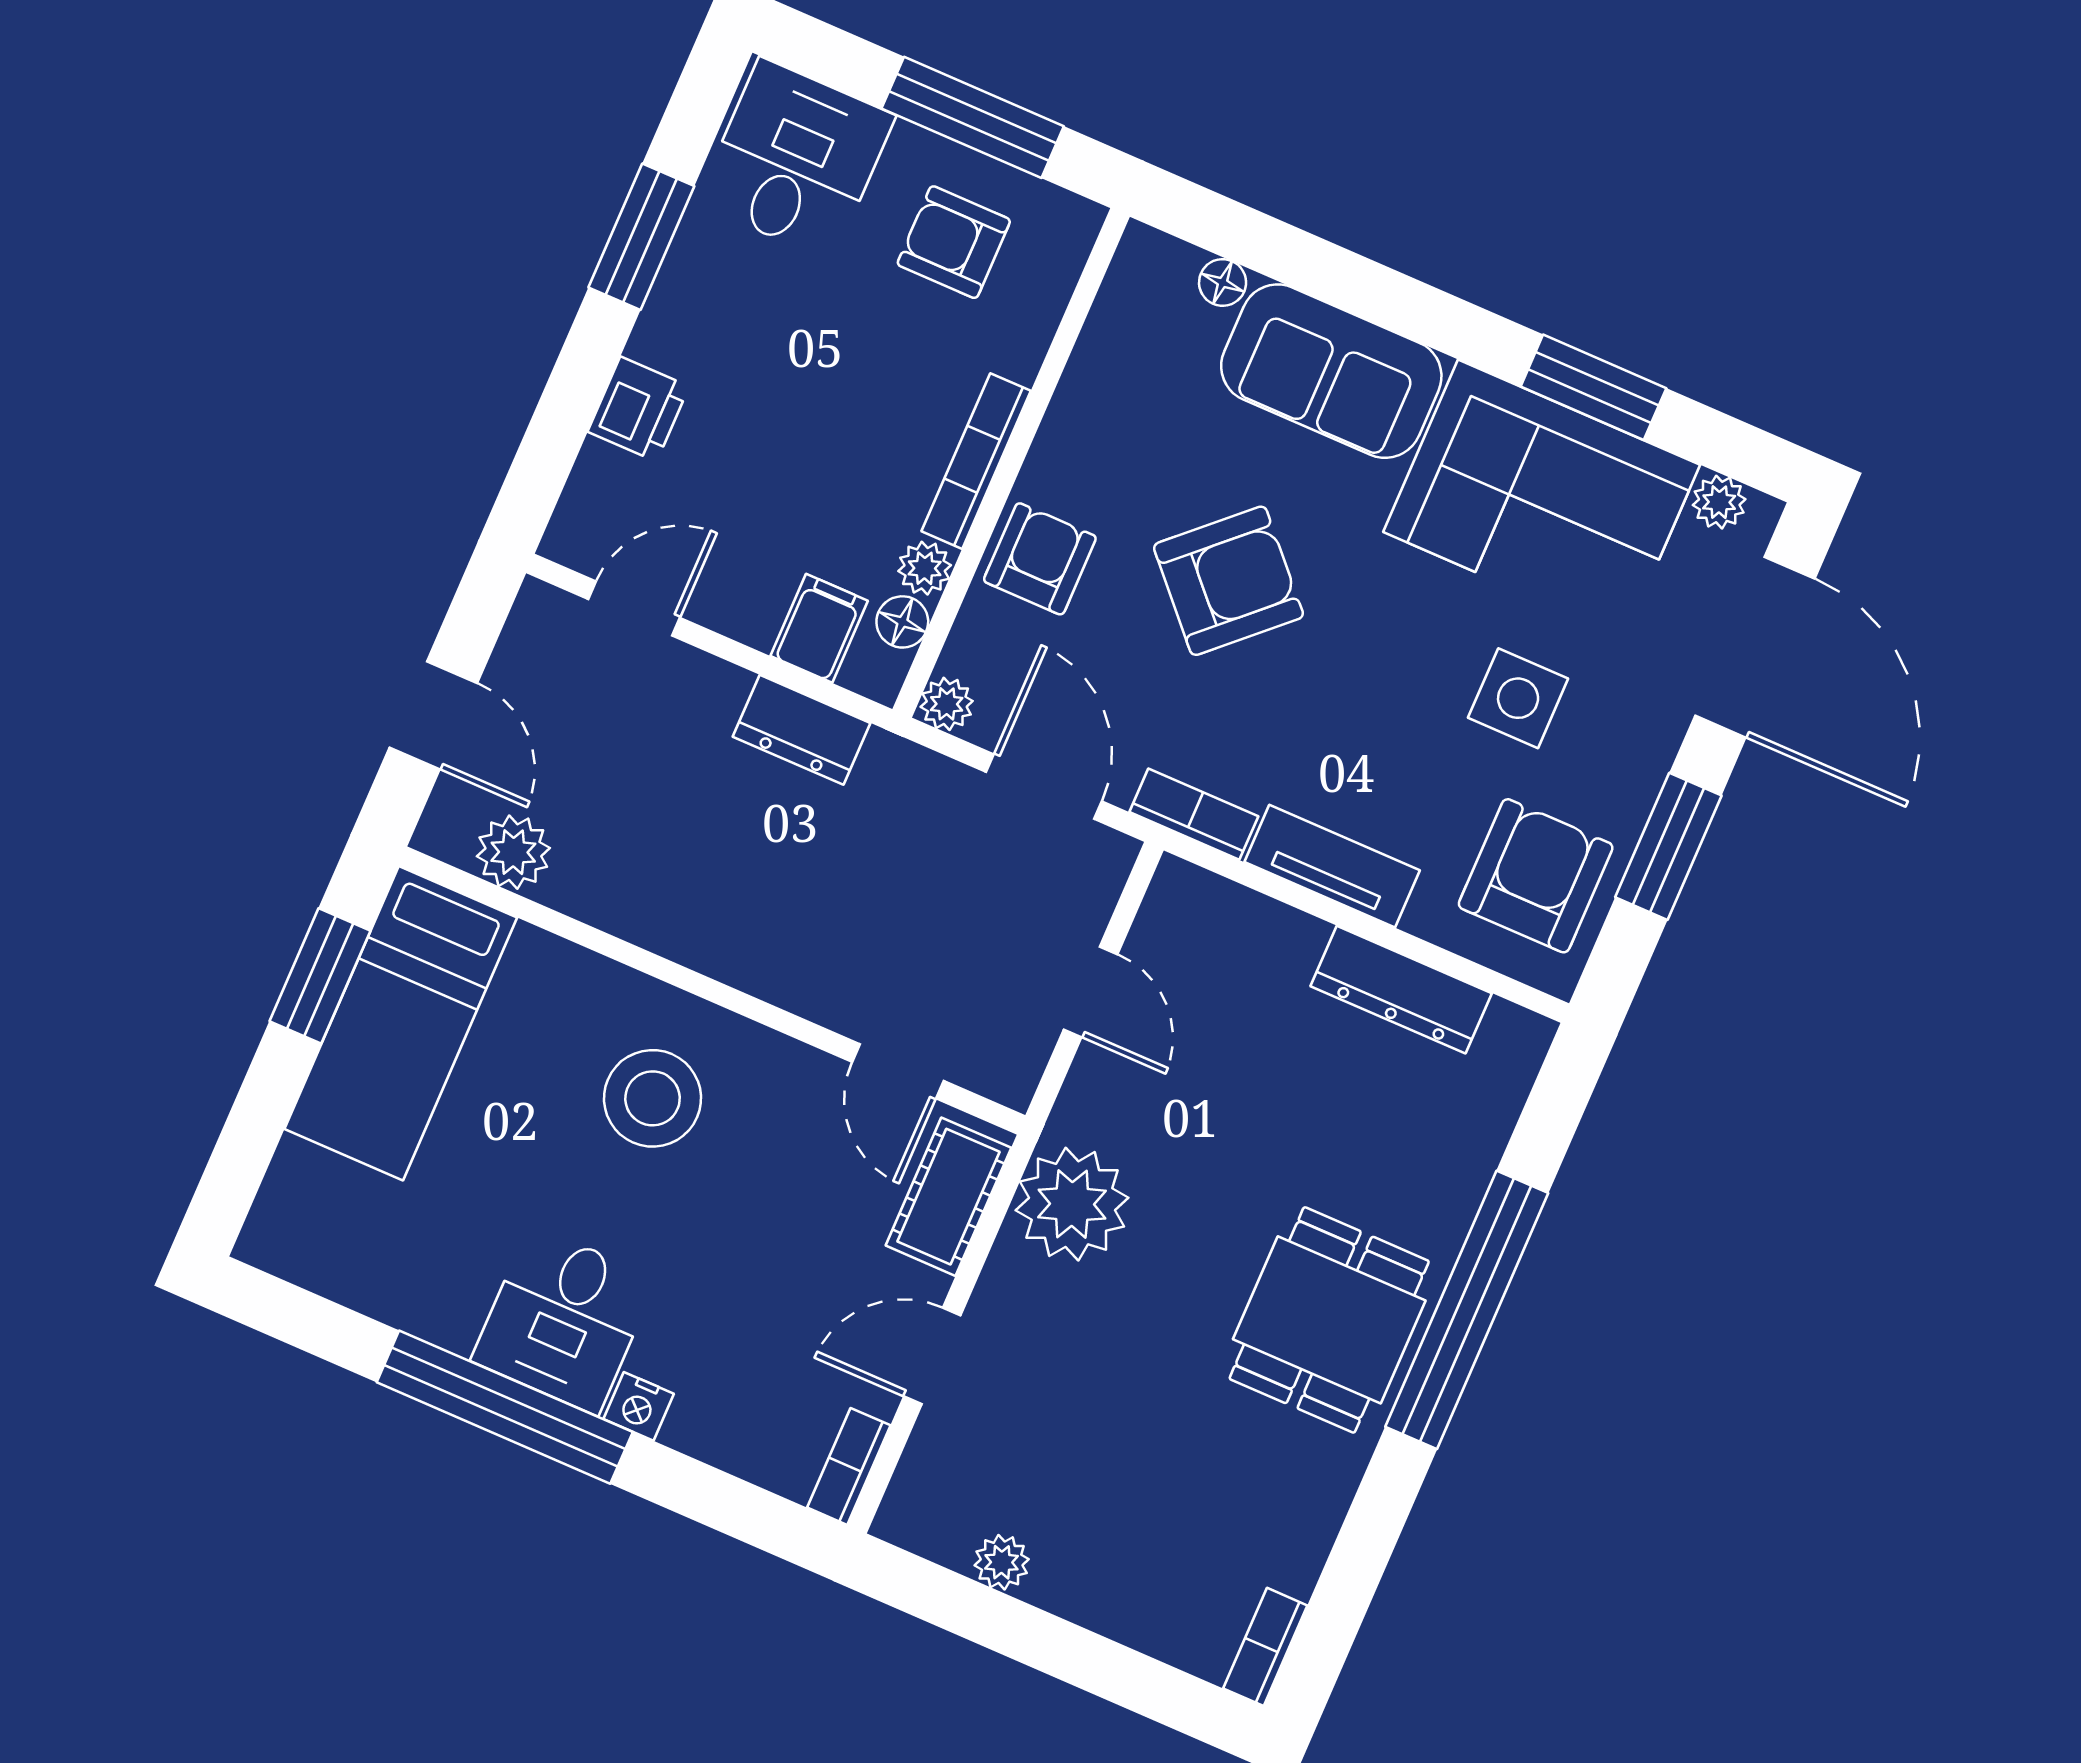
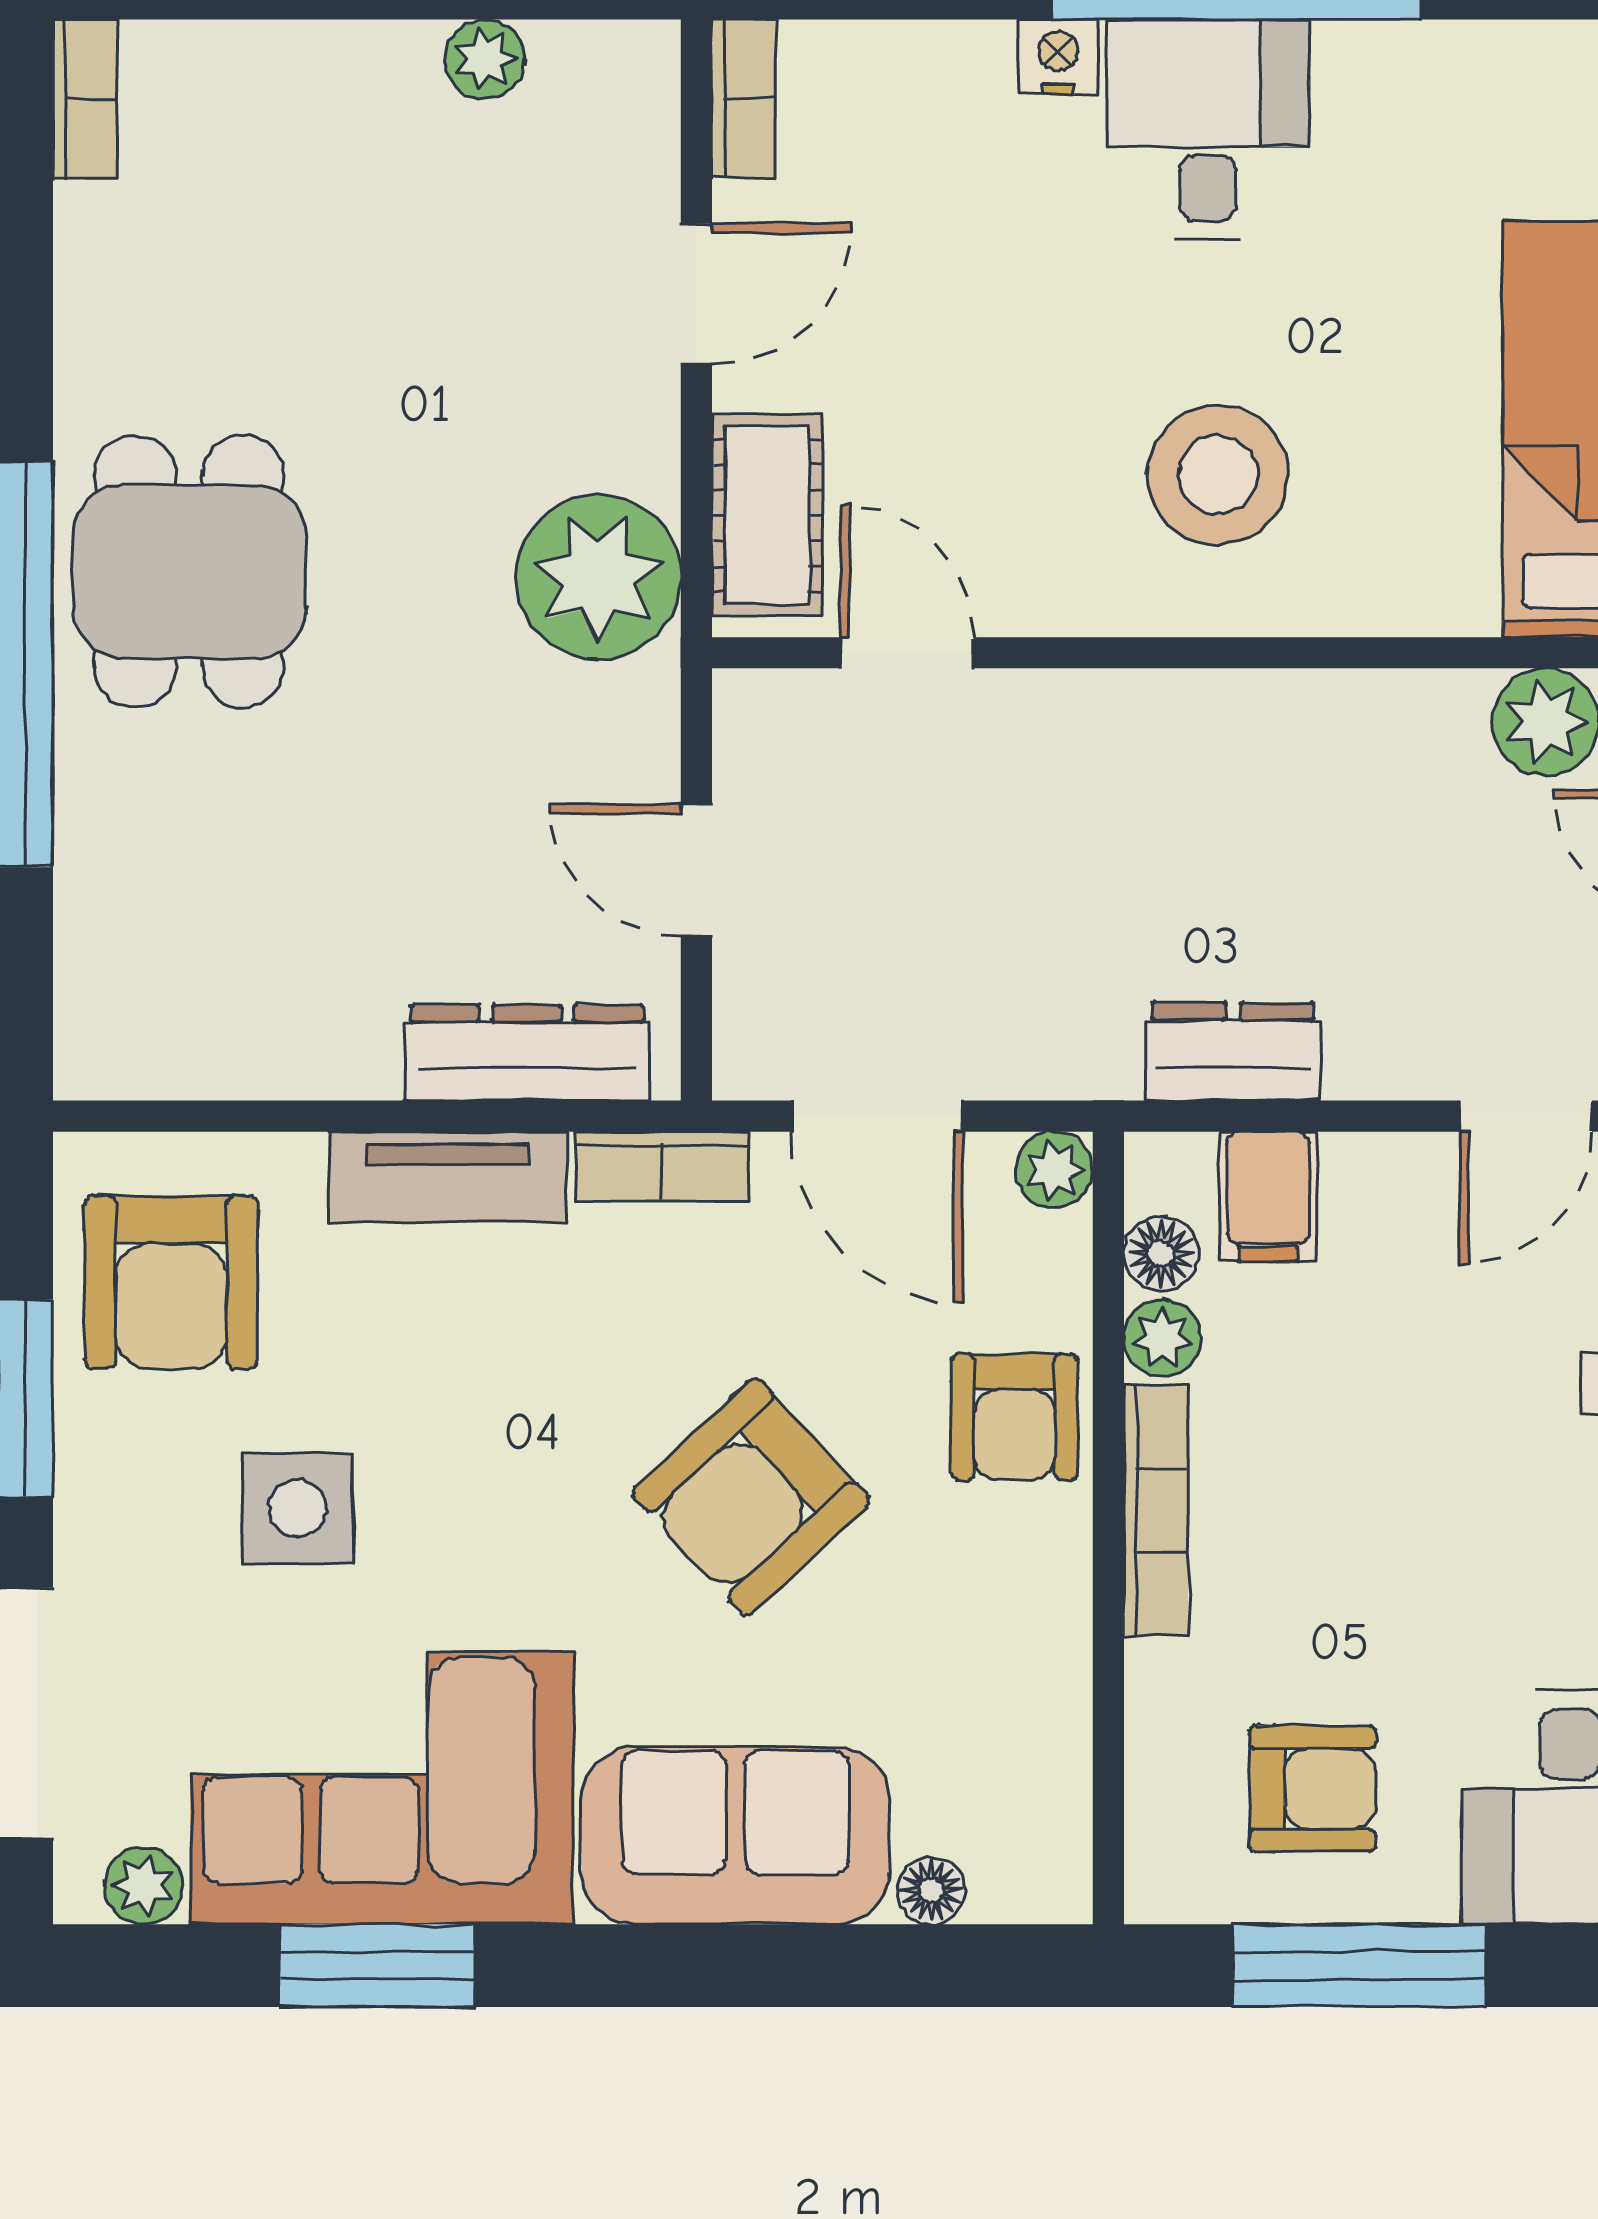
dresser: (1401, 990) -> (527, 1053), moved

